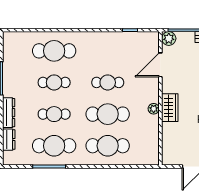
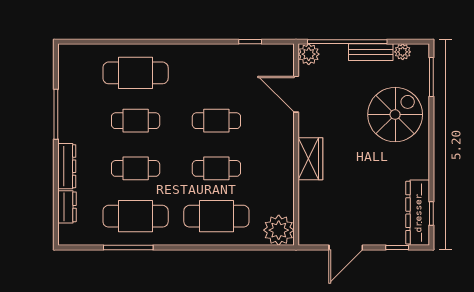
door: (160, 65) -> (296, 94), hinge flipped
plant: (154, 109) -> (279, 230), moved, width x1.87, depth x1.87
cafe table: (108, 114) -> (216, 168), width x0.73, depth x0.74

